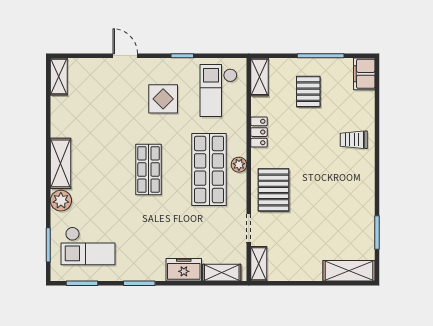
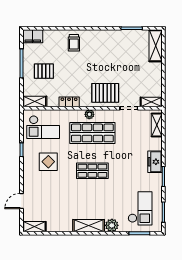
door: (125, 56) -> (21, 201), moved
freezer: (184, 270) -> (155, 162), moved

